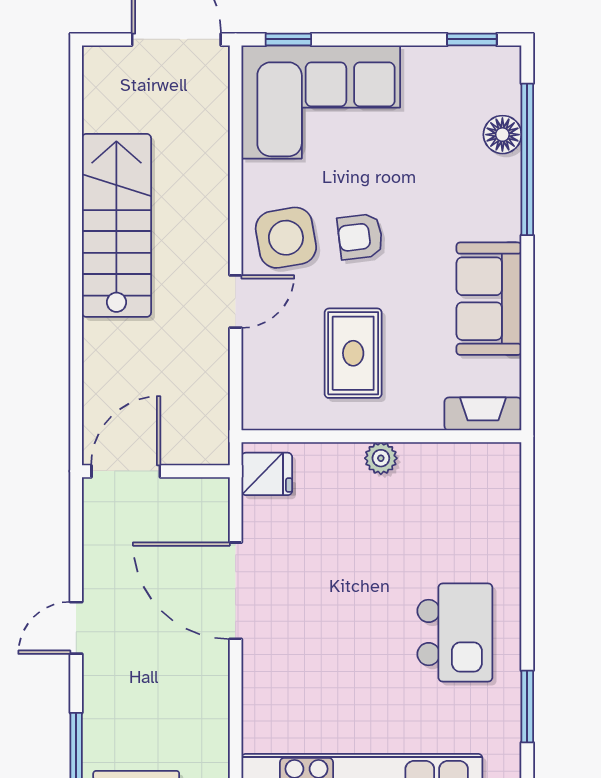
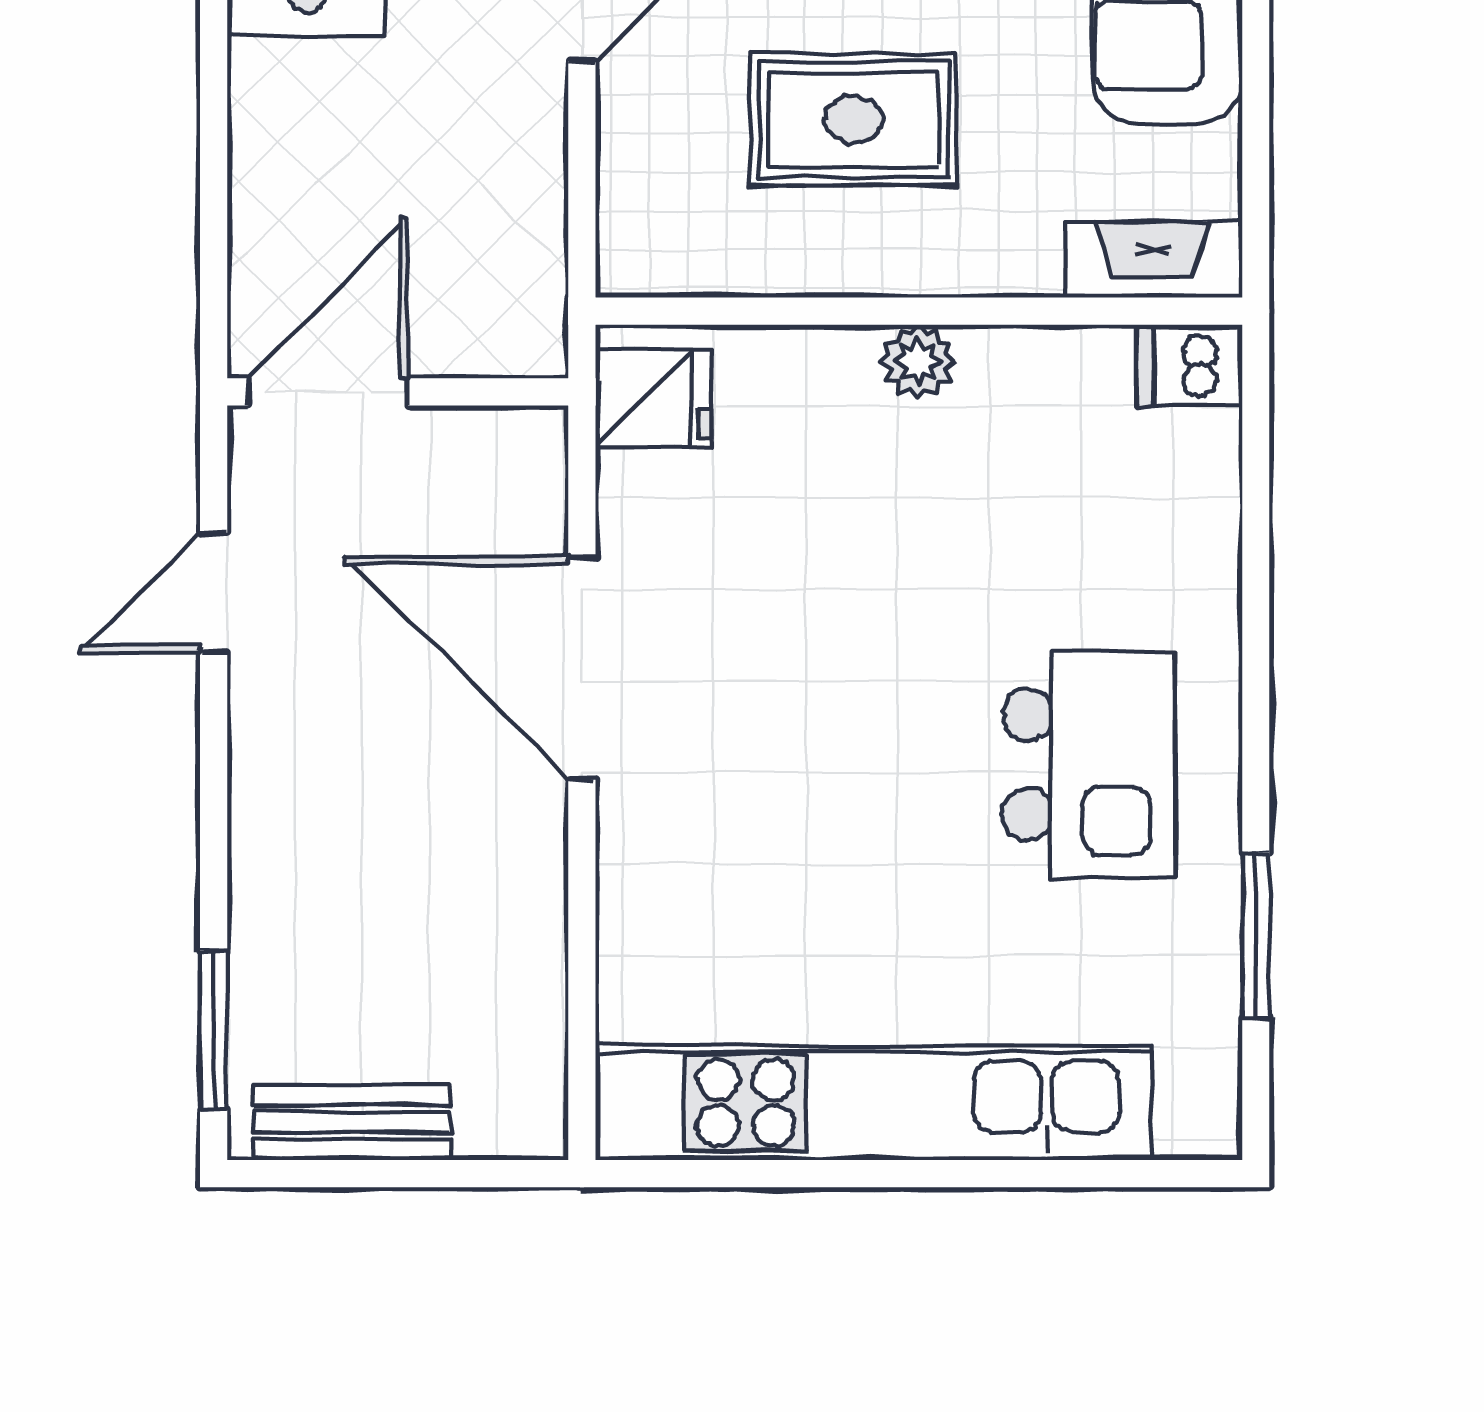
rug: (353, 353) -> (854, 119), turned 90
dishwasher: (499, 460) -> (1190, 366), added
door: (76, 628) -> (214, 593), moved

